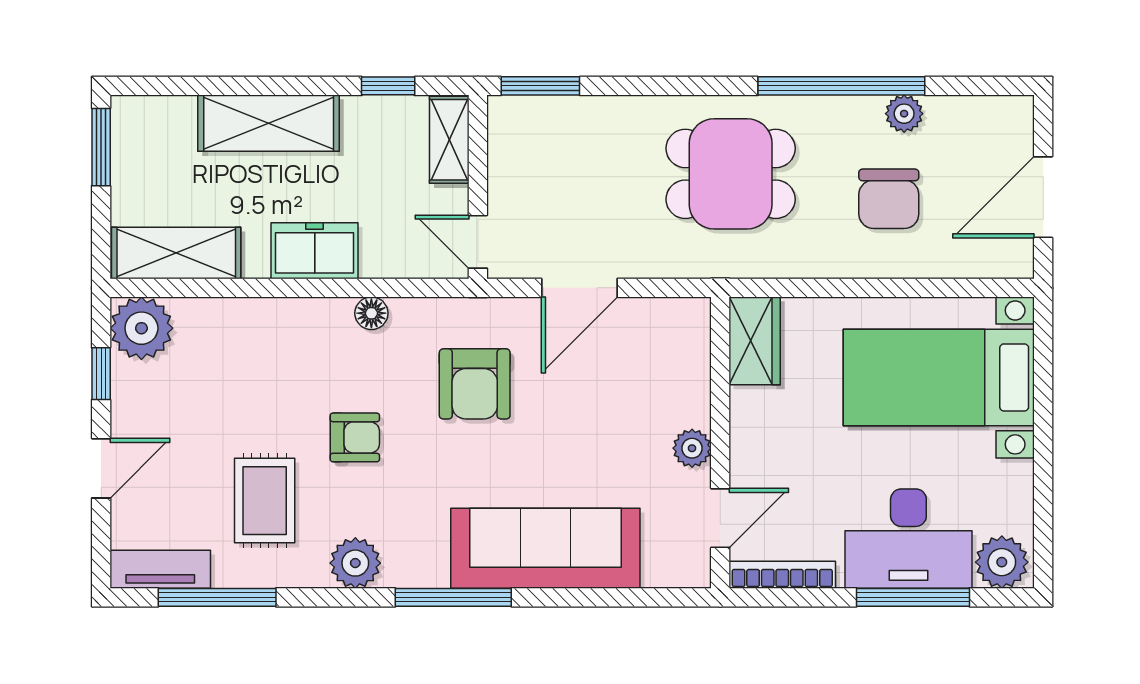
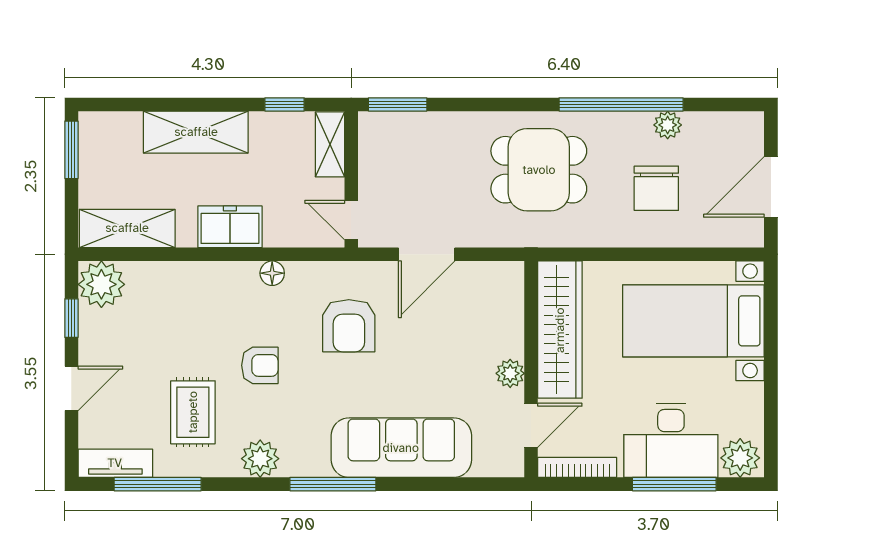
wardrobe: (755, 341) -> (560, 330), width x2.10, depth x1.17

